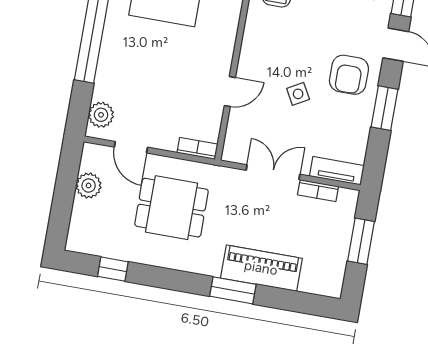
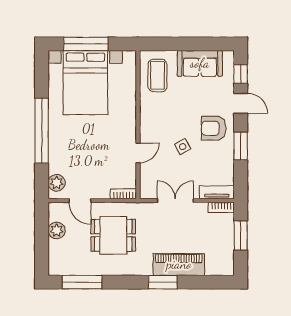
armchair: (349, 75) -> (214, 128), turned 90
bookcase: (318, 191) -> (221, 207), moved
window: (113, 269) -> (82, 282), width x2.17

